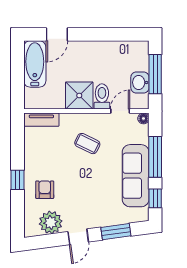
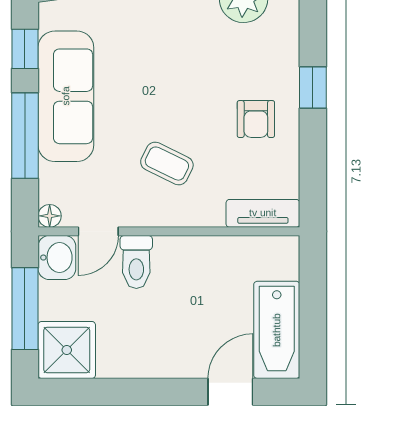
washbasin: (140, 82) -> (57, 258), moved
shower: (79, 95) -> (67, 350), moved
armchair: (45, 190) -> (256, 119), moved

